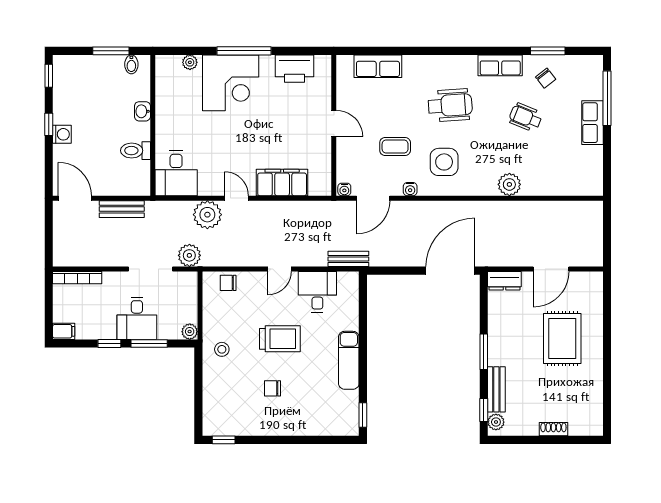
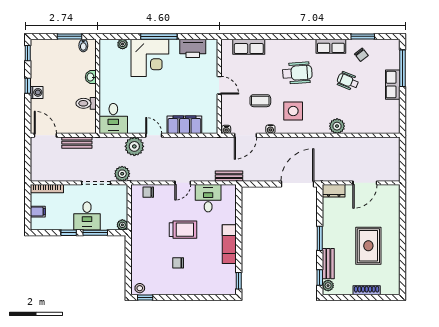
filing cabinet: (64, 331) -> (38, 212), moved
rug: (562, 339) -> (368, 246), moved
stool: (222, 349) -> (140, 288), moved
shoe rack: (553, 429) -> (367, 290), width x1.43

